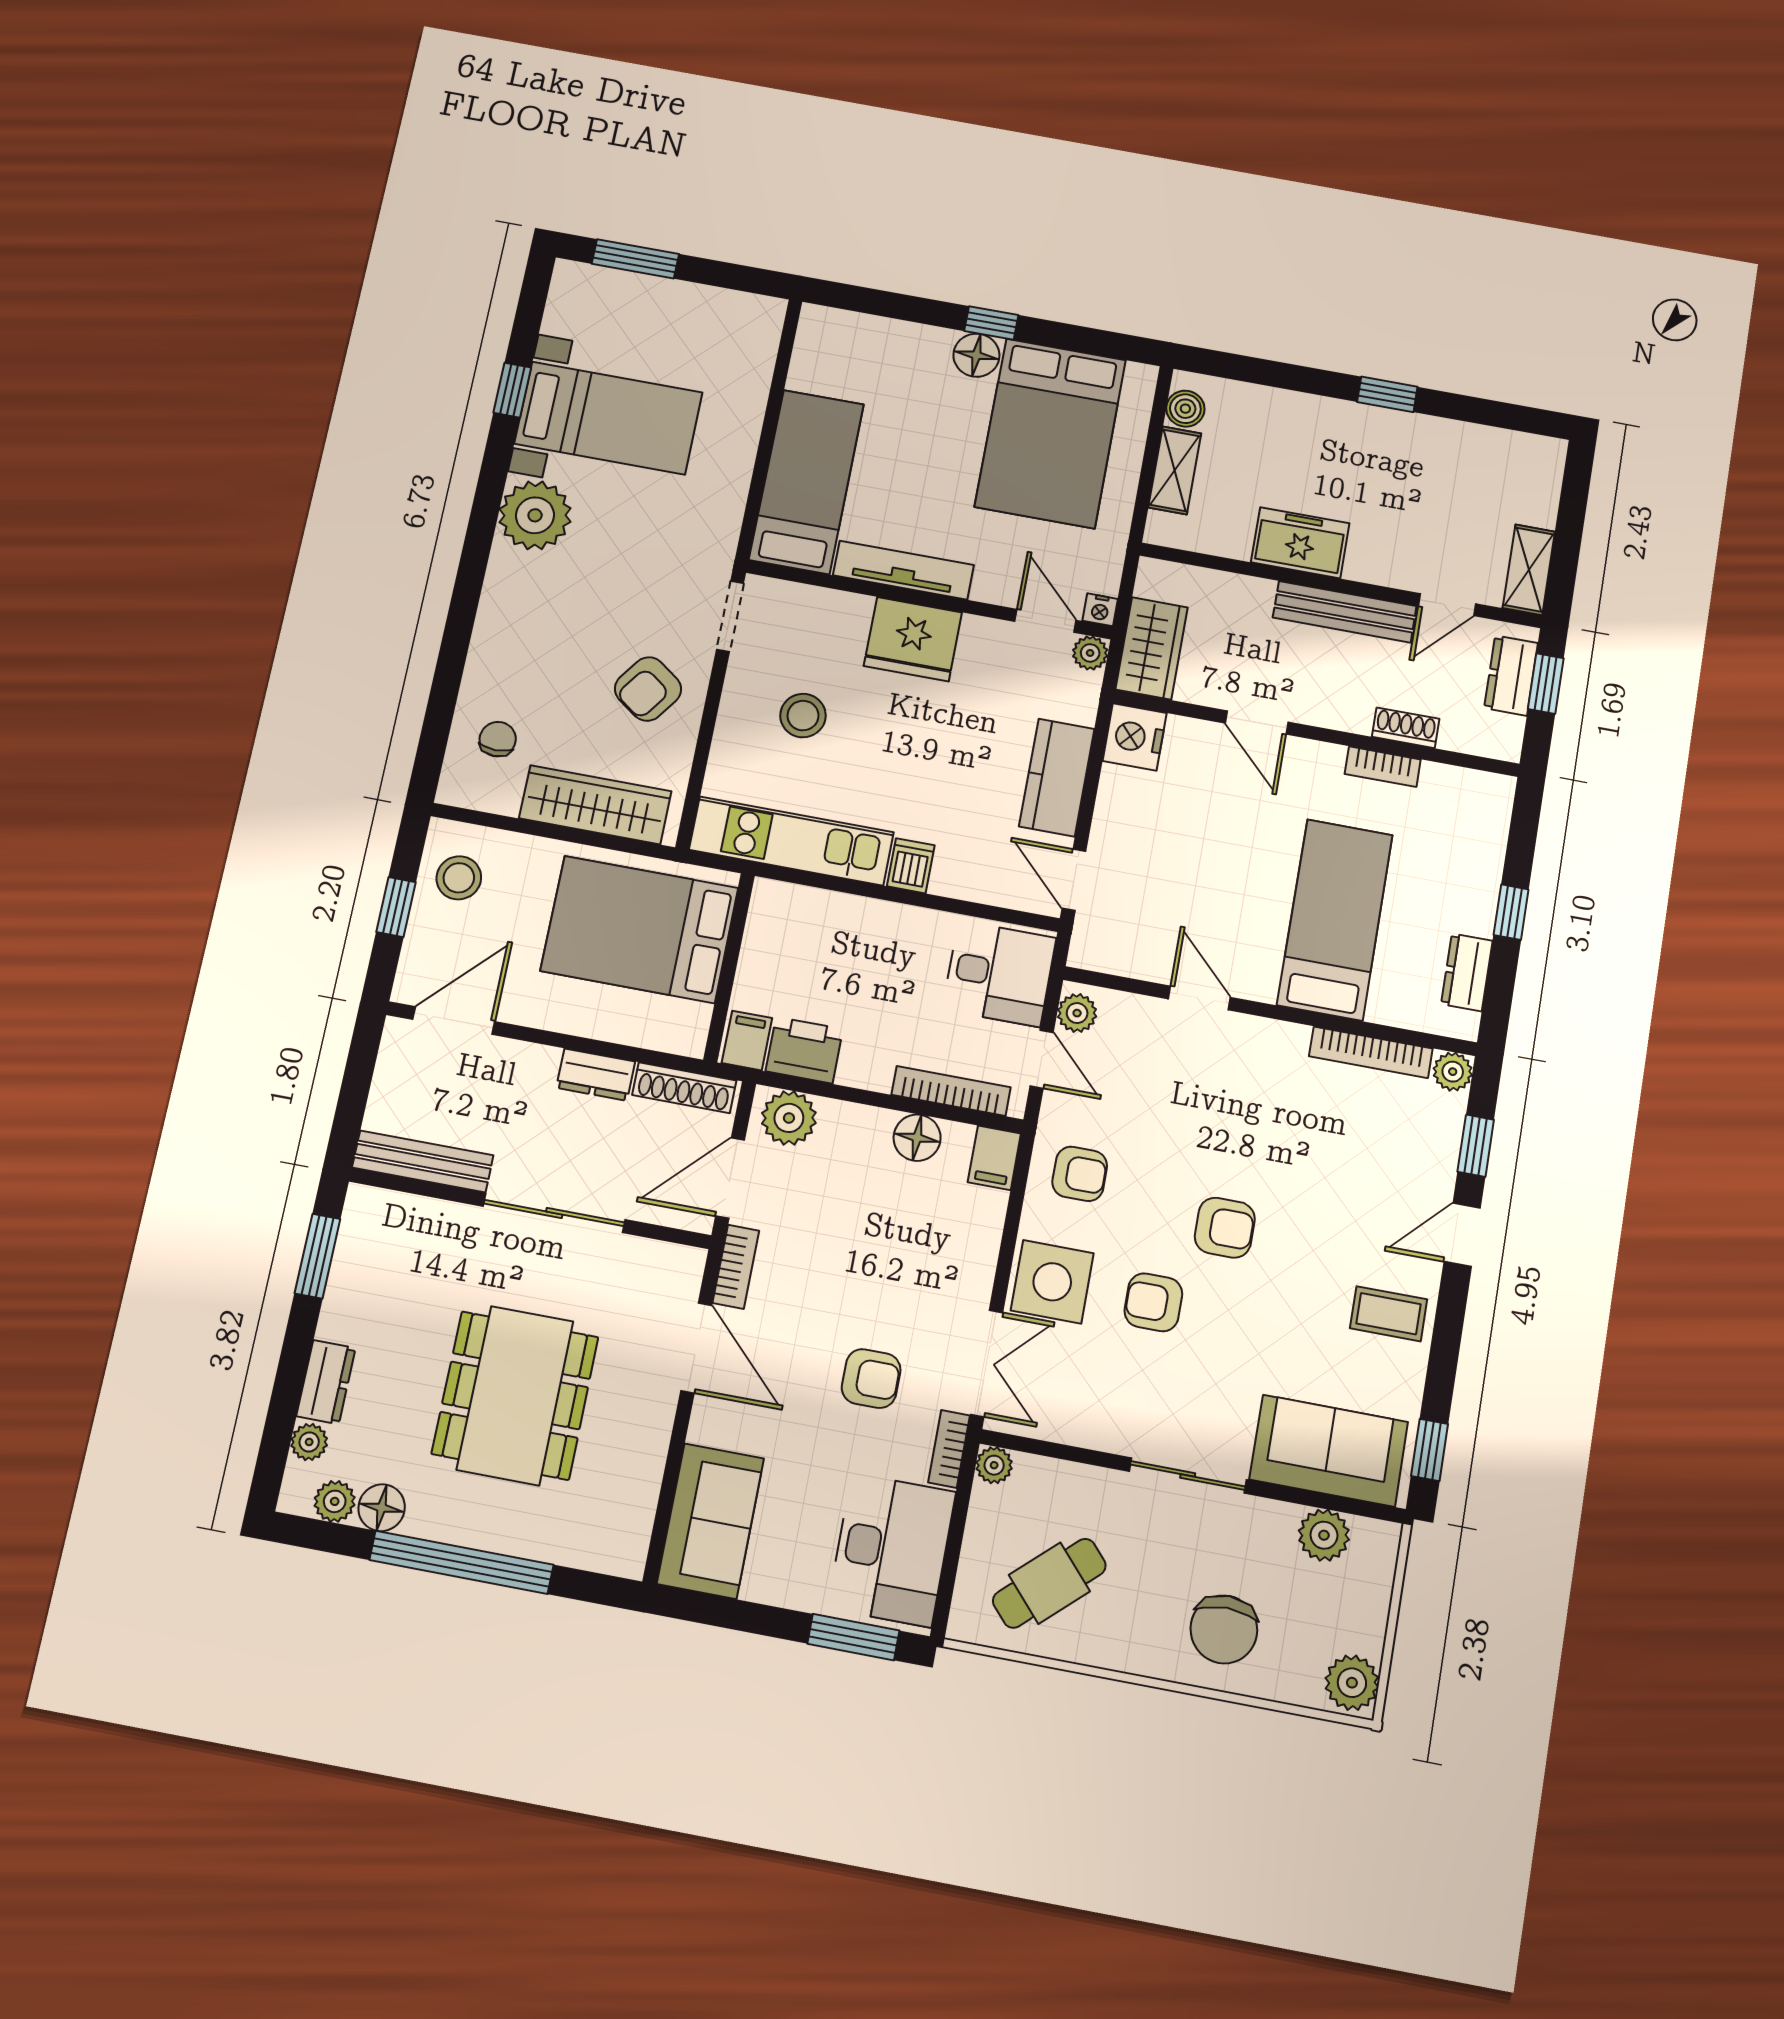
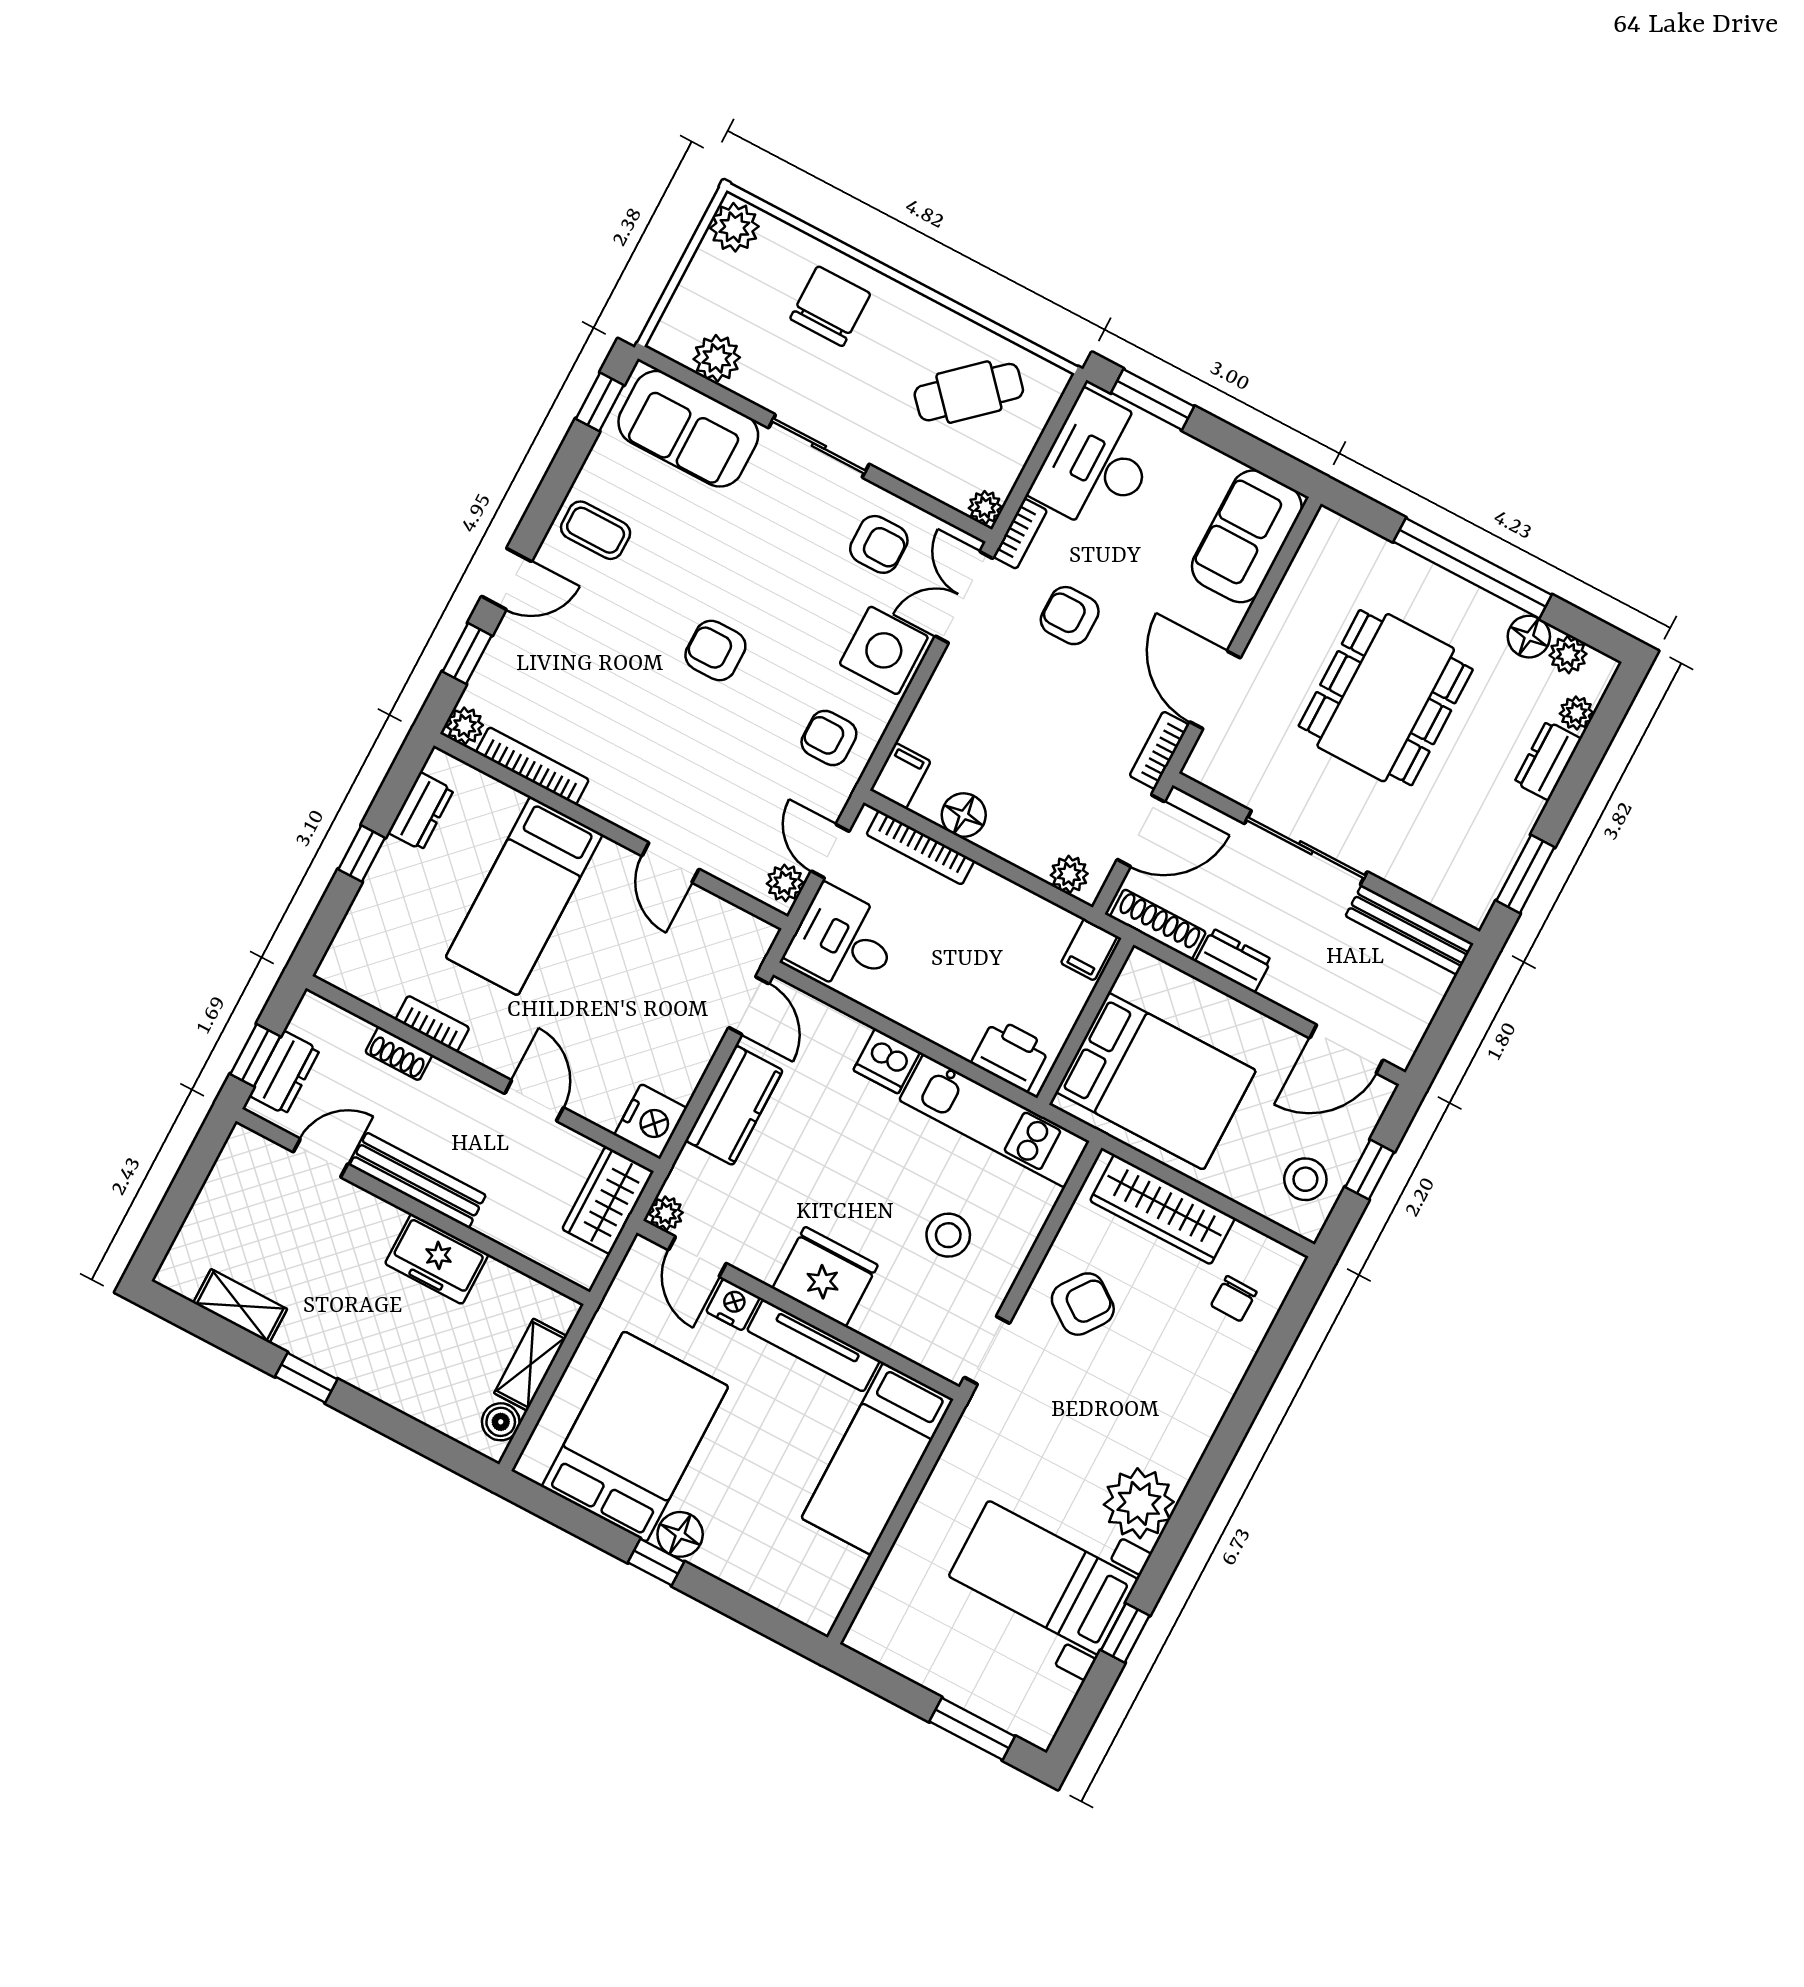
shelving: (1529, 570) -> (240, 1306), moved, turned 90
nightstand: (1100, 610) -> (733, 1304), moved, width x1.39, depth x1.35
dishwasher: (911, 866) -> (887, 1061), width x1.38
printer: (804, 1050) -> (1011, 1055), moved, turned 180
plant: (789, 1118) -> (1069, 874), width x0.73, depth x0.73
armchair: (1153, 1302) -> (879, 544), moved

